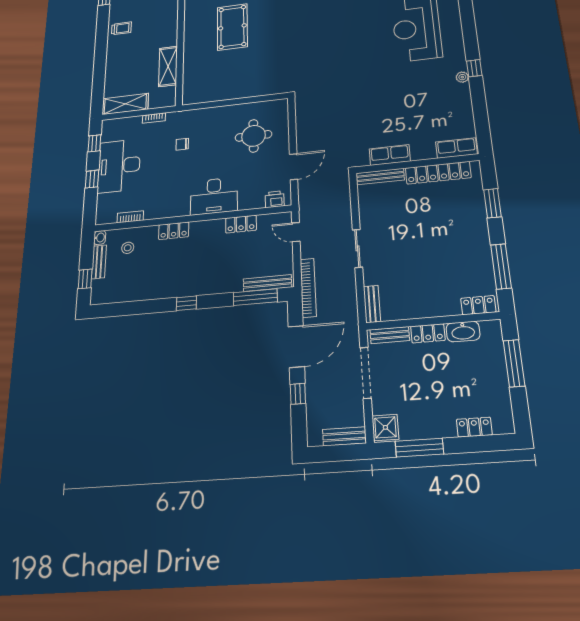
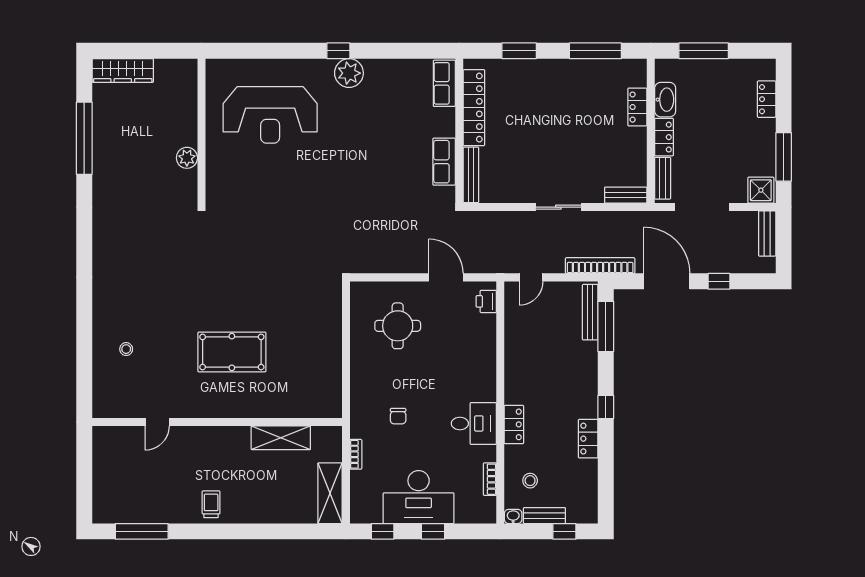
plant: (462, 77) -> (349, 73), width x1.87, depth x1.87
desk: (214, 196) -> (474, 423), moved, width x0.73
locker: (241, 224) -> (588, 439), moved, turned 180
locker: (478, 305) -> (637, 107), moved

